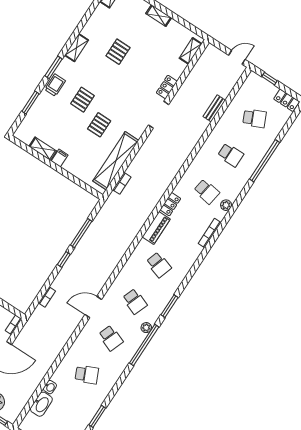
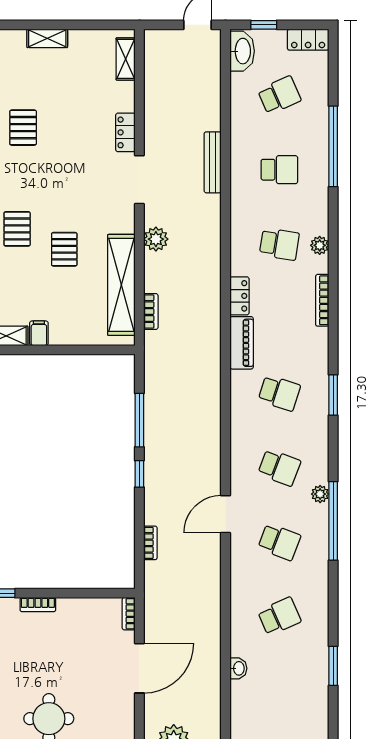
bench: (214, 108) -> (213, 162), moved, width x1.36
plant: (148, 149) -> (156, 239), added
window: (170, 306) -> (333, 395), moved
washbasin: (41, 404) -> (242, 51), moved

